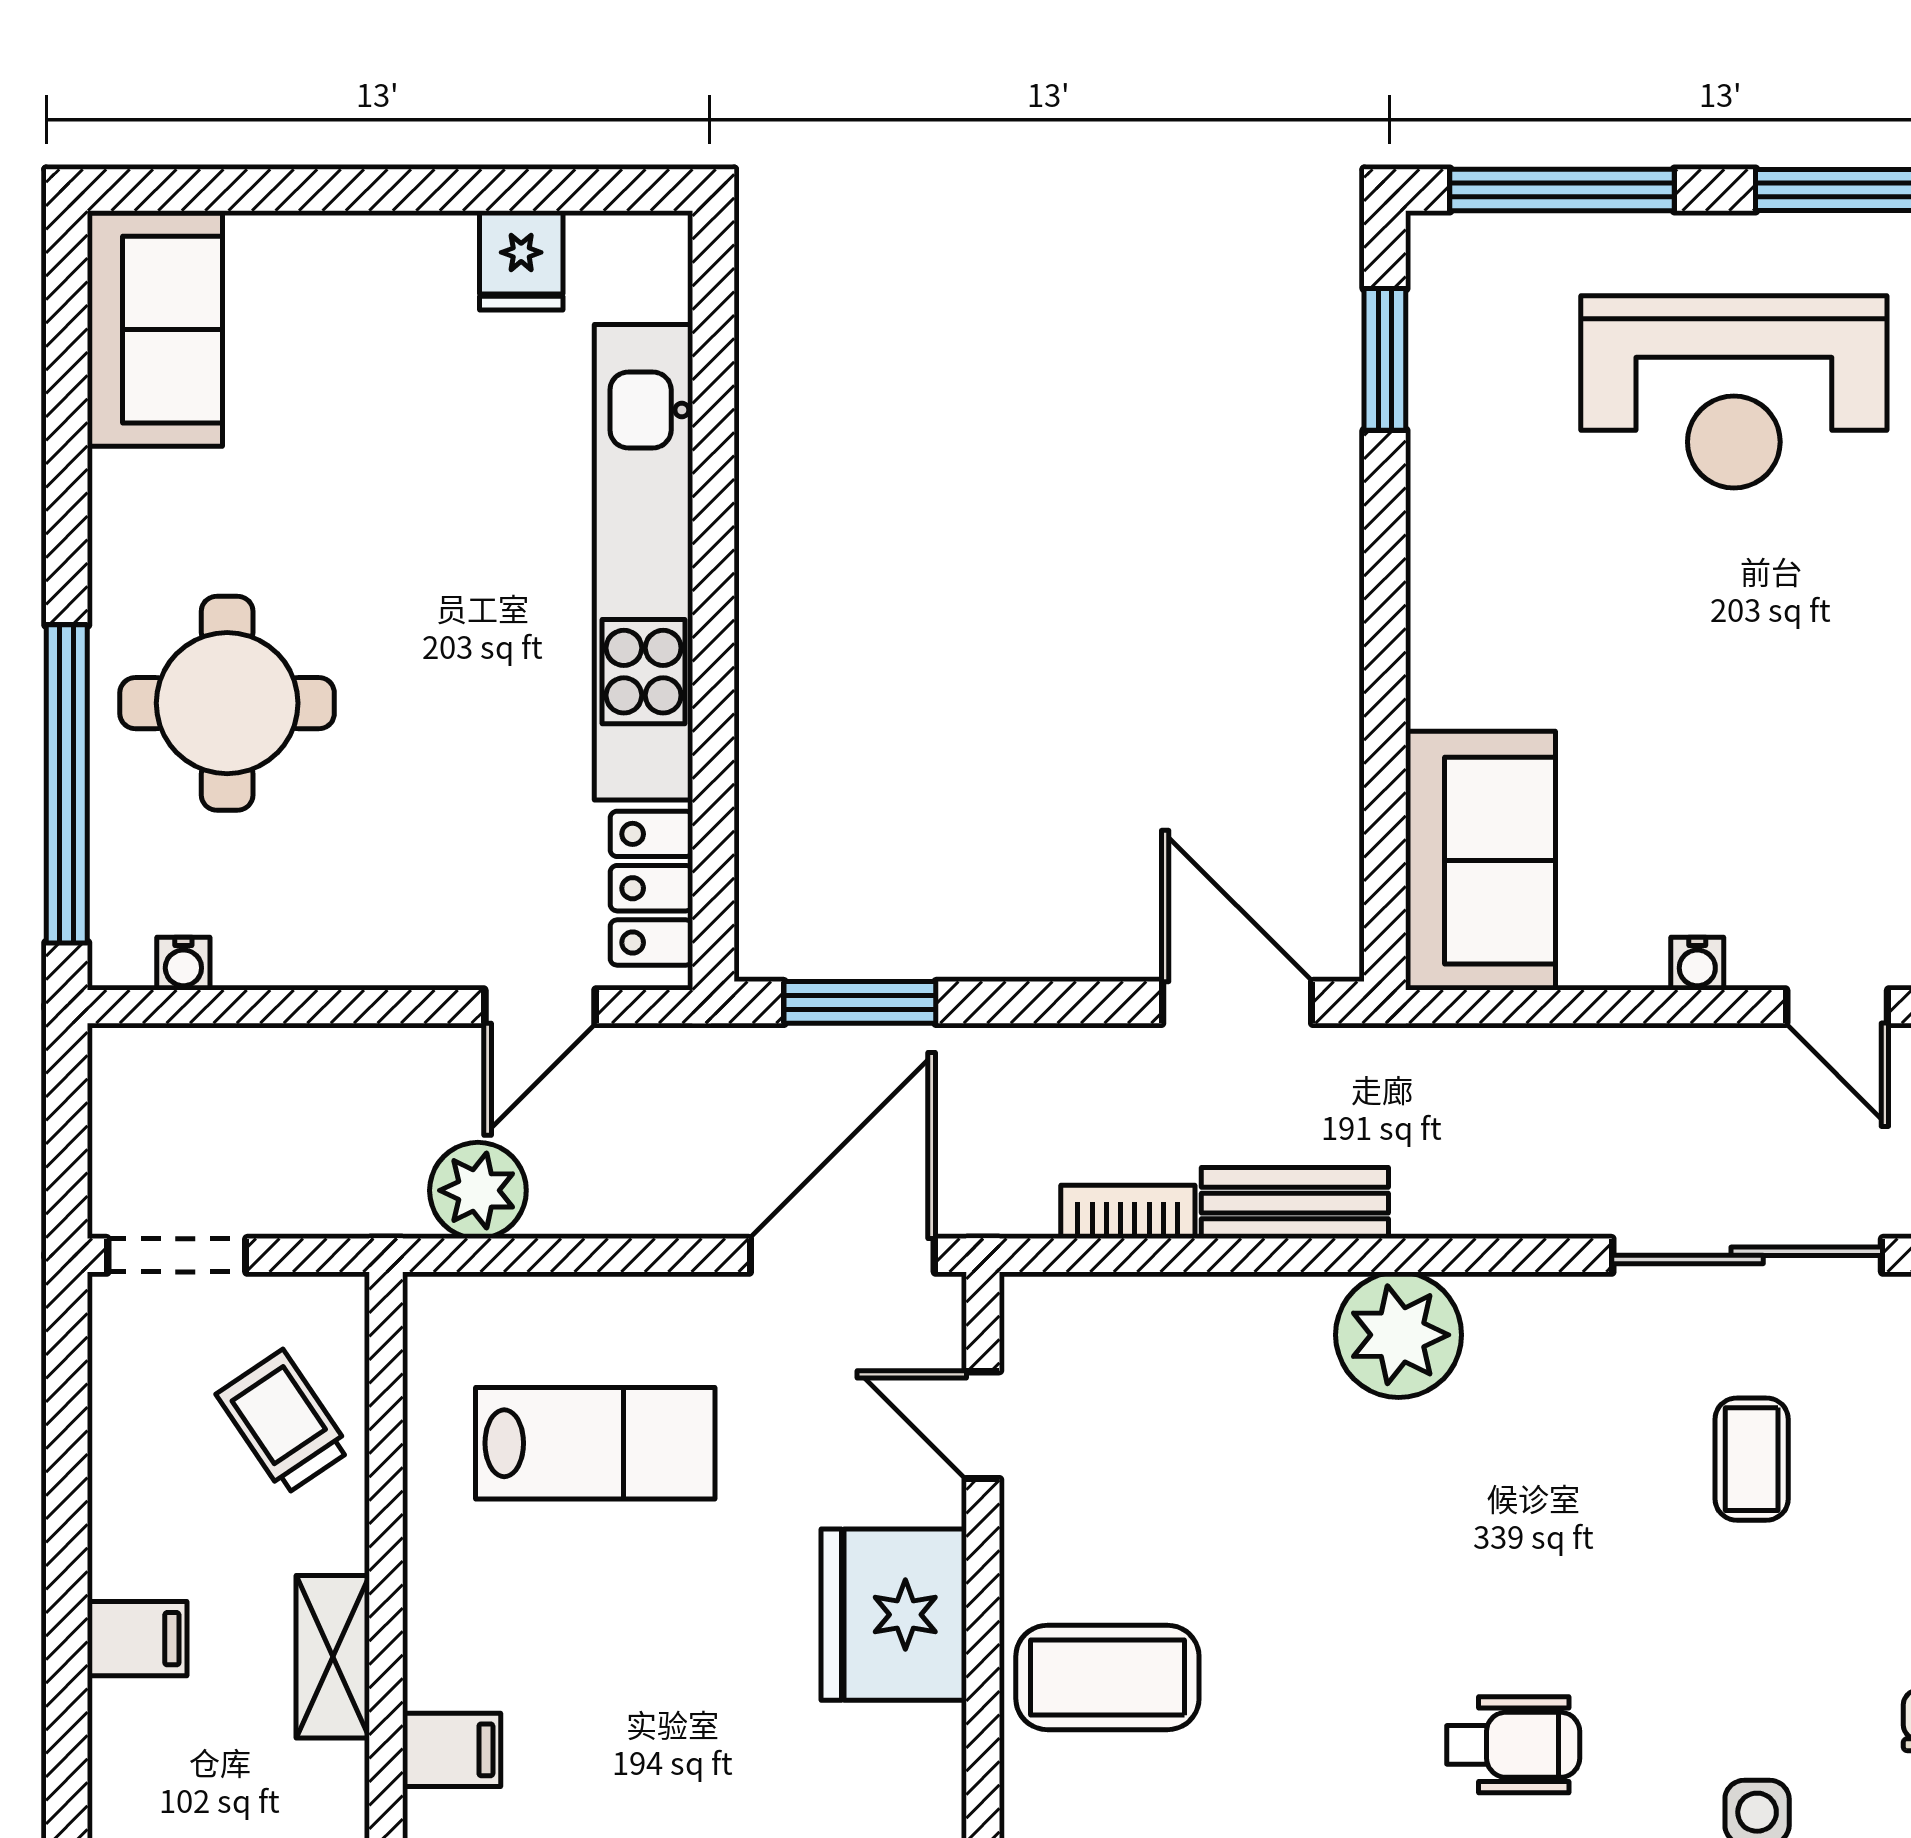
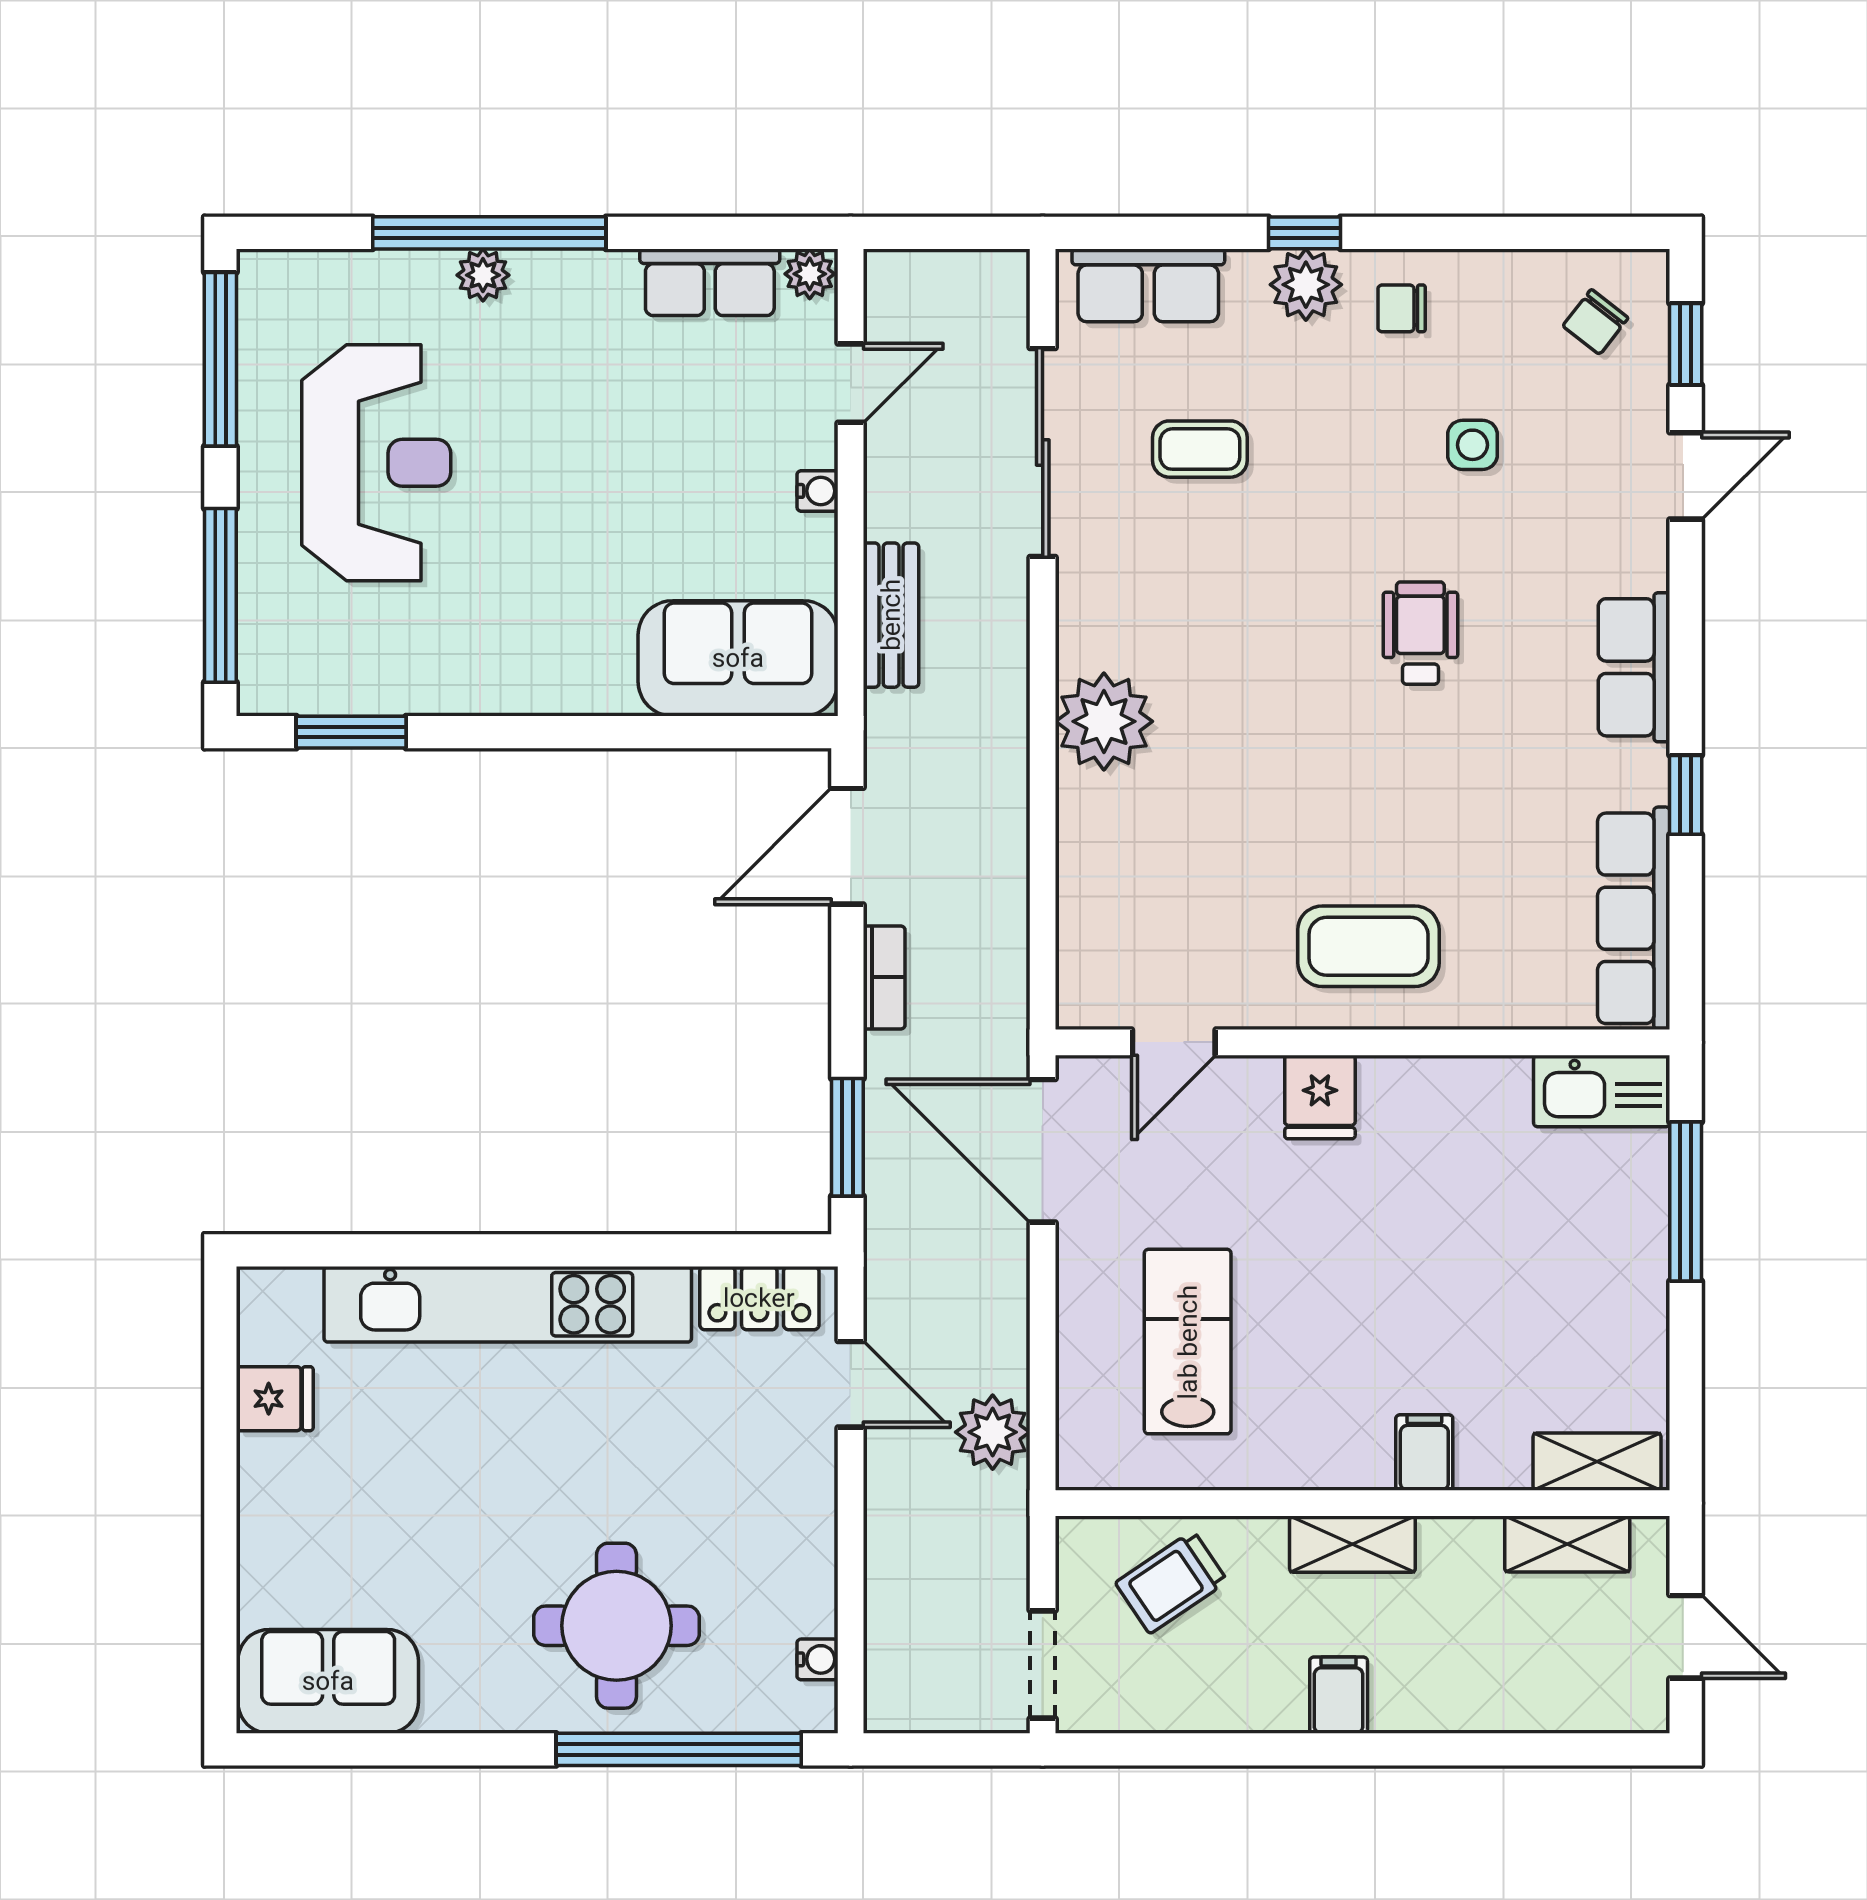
bench: (1295, 1203) -> (891, 615), moved
bookcase: (1128, 1212) -> (884, 977), moved, turned 180
fridge: (894, 1615) -> (1320, 1097), width x0.53, depth x0.75
coffee table: (1107, 1677) -> (1368, 946), turned 90

